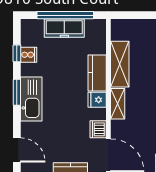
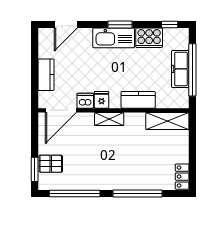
window: (17, 53) -> (170, 25), moved
cooker: (29, 55) -> (149, 38), width x1.87, depth x1.31
shelving: (120, 64) -> (167, 121), moved
fridge: (97, 100) -> (102, 100), moved

